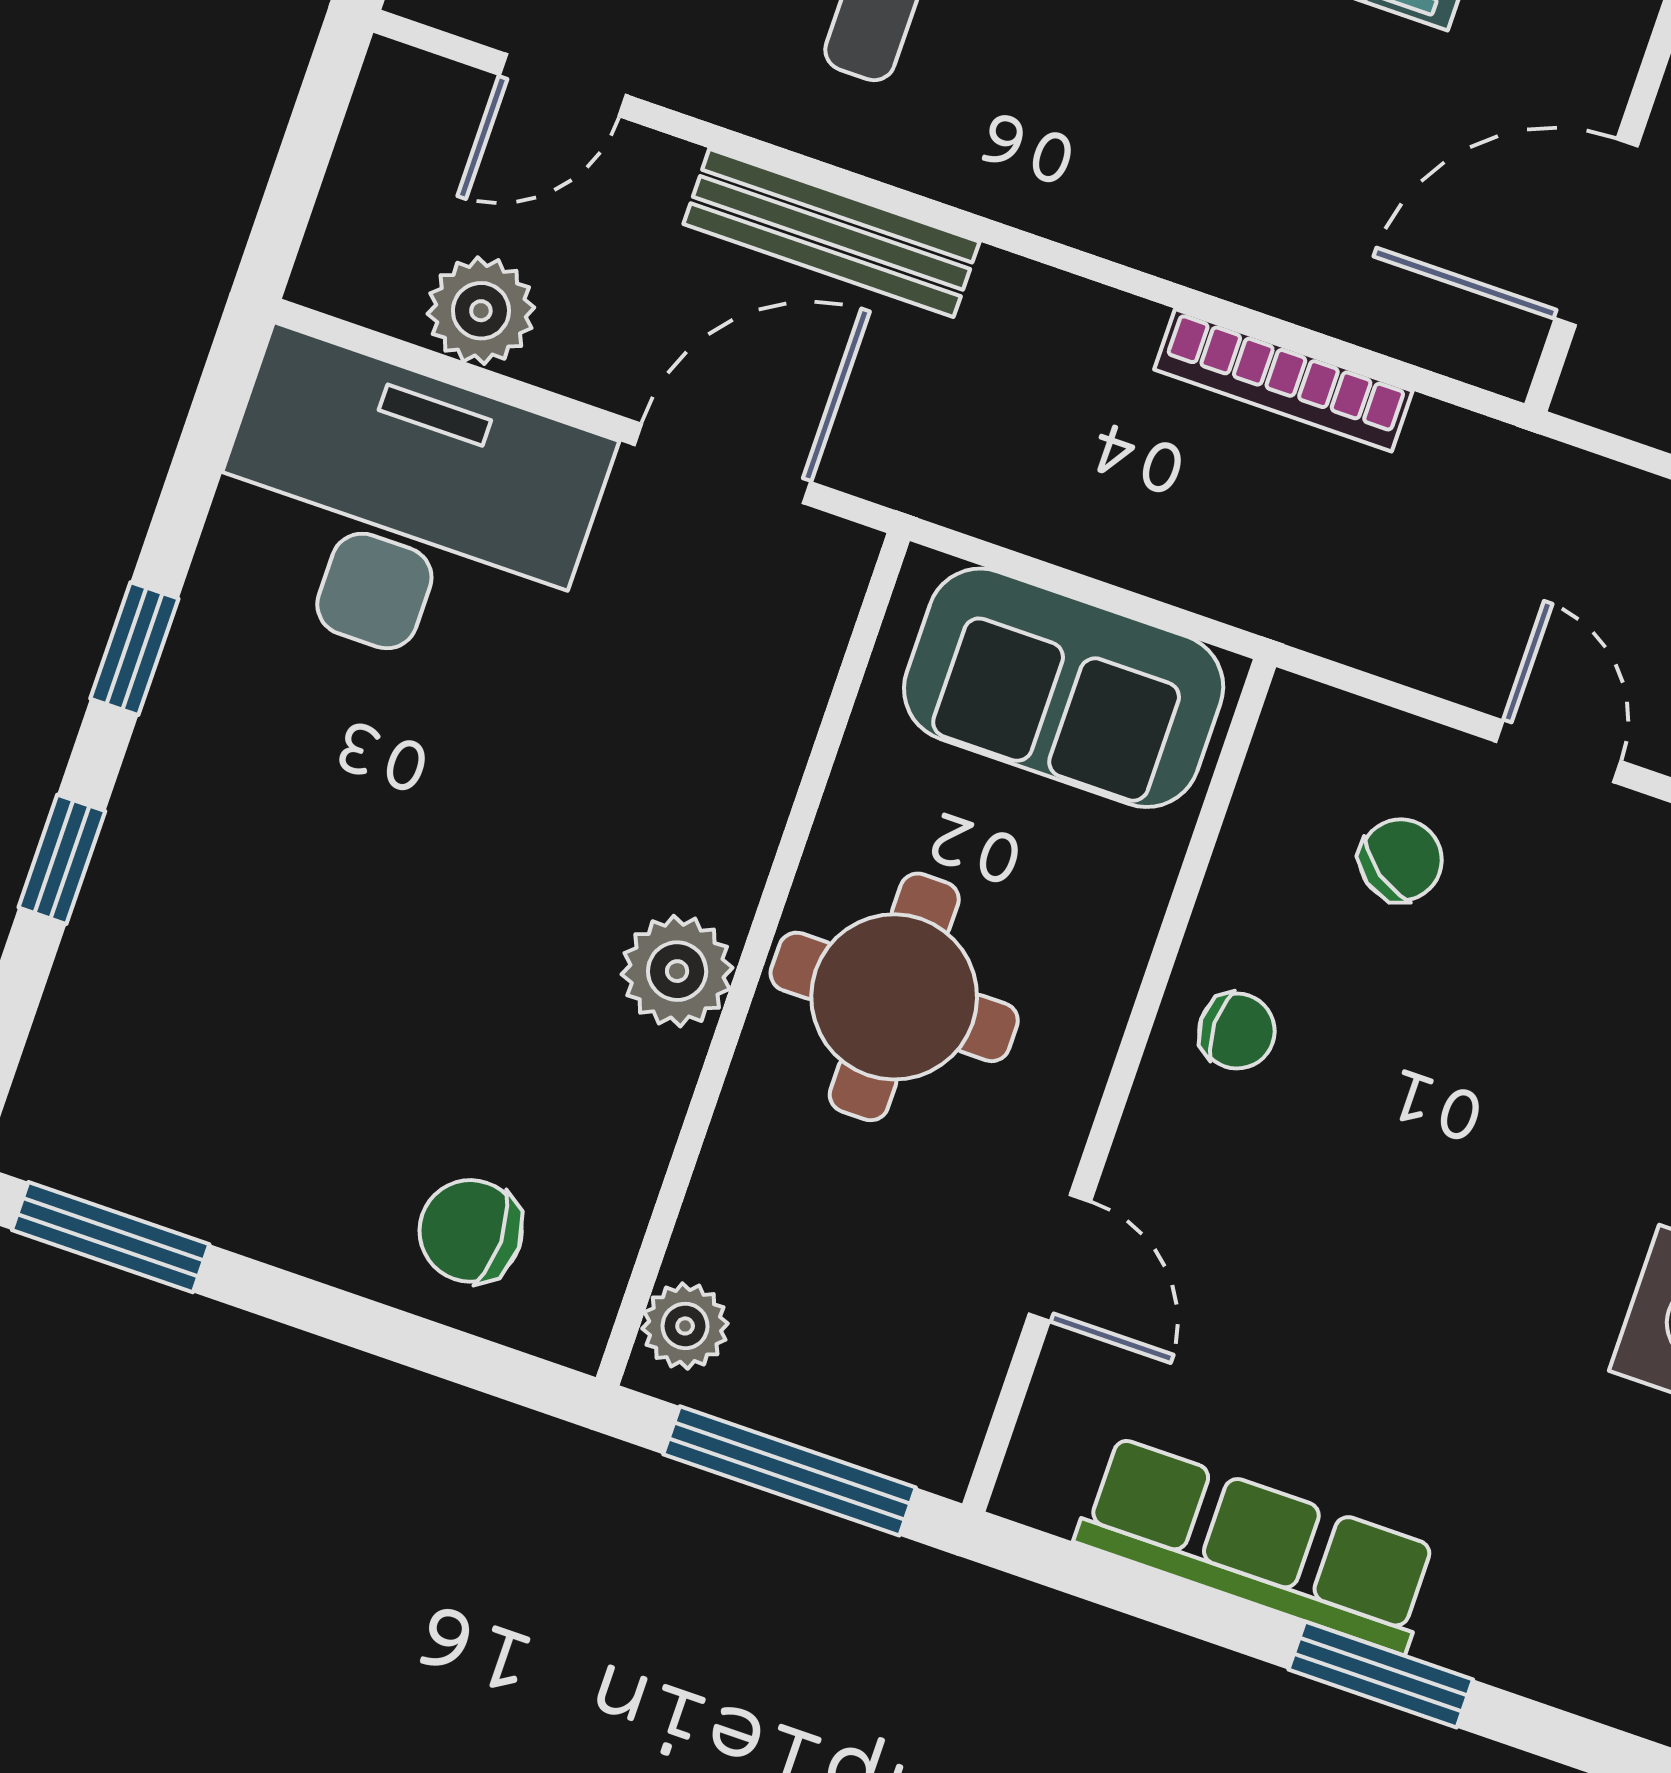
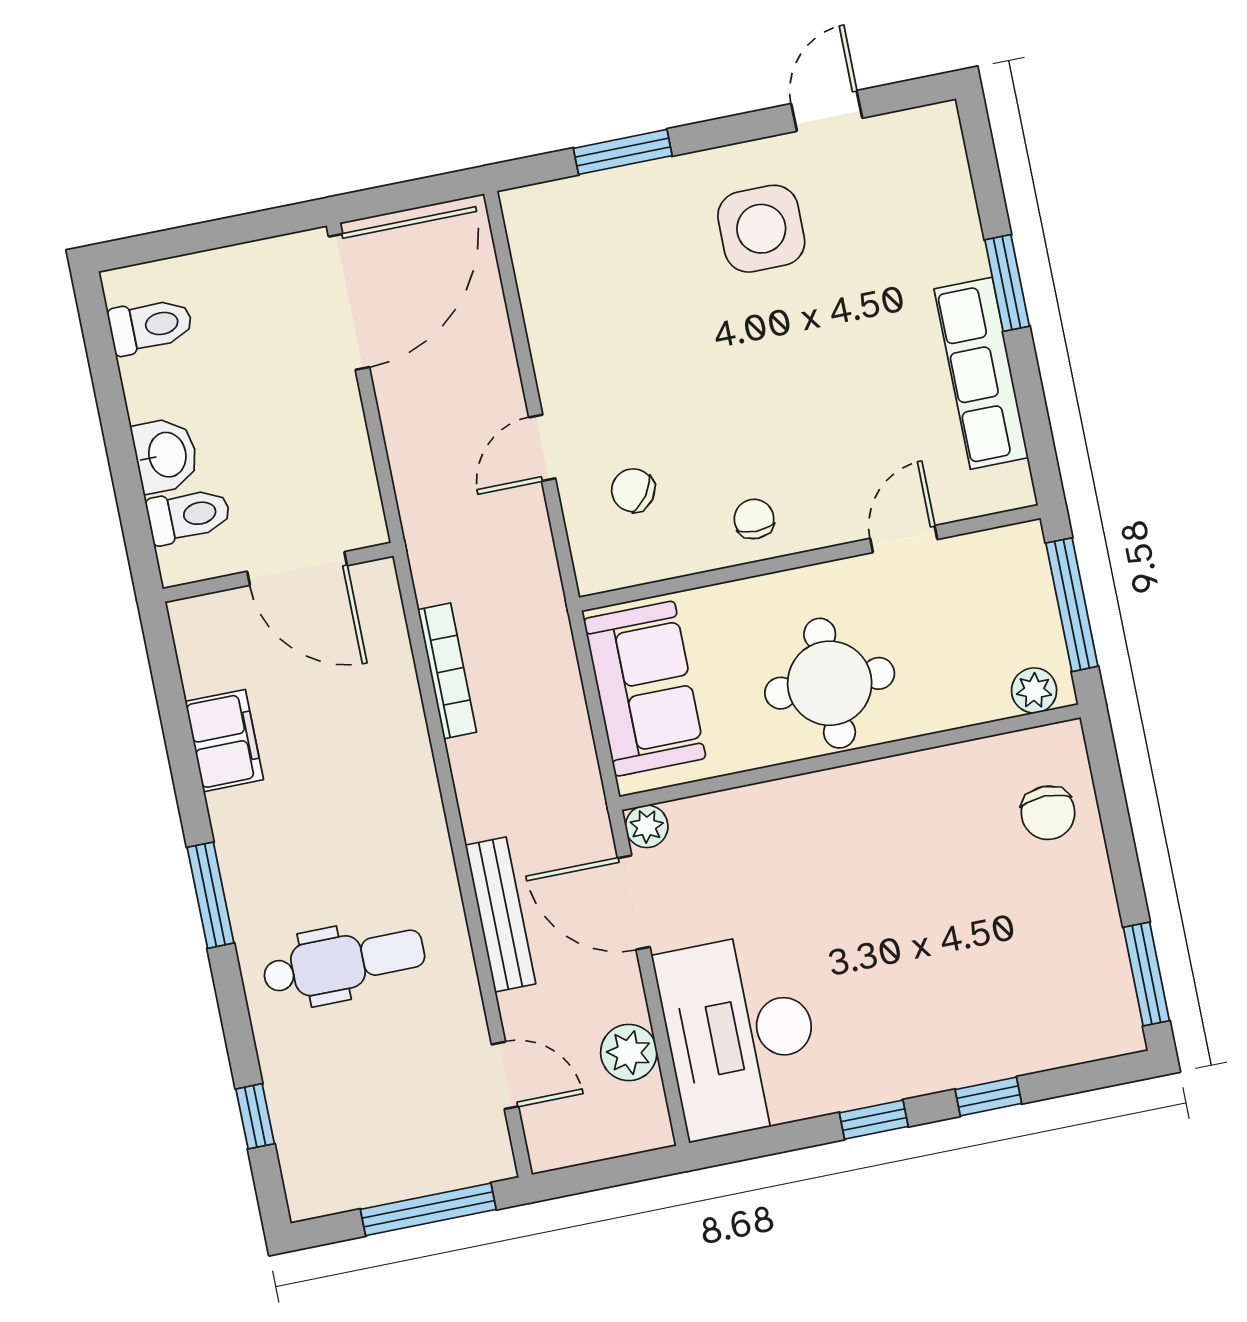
plant: (677, 971) -> (647, 826), moved, width x0.73, depth x0.73

